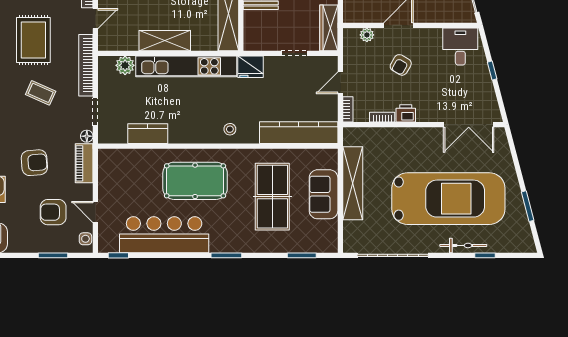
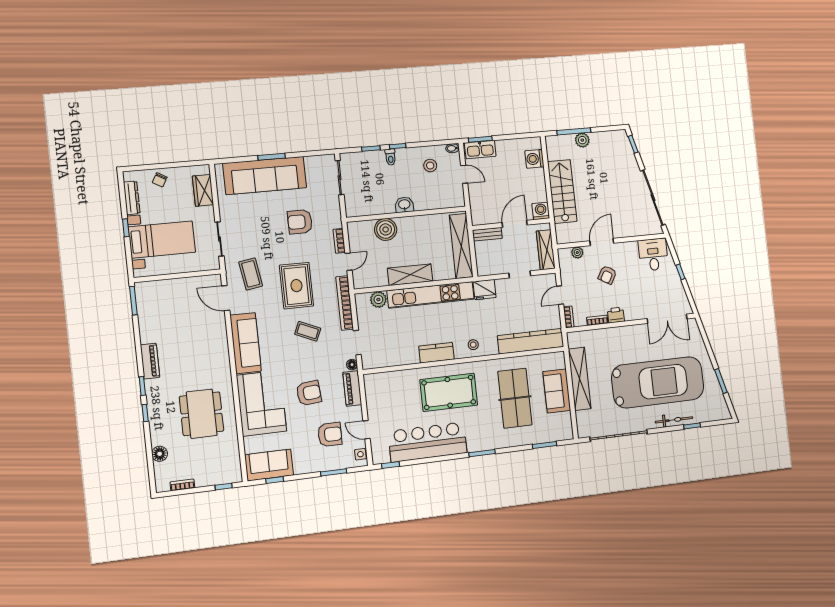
kitchen counter: (148, 134) -> (436, 353), moved
armchair: (53, 212) -> (330, 434), turned 180

